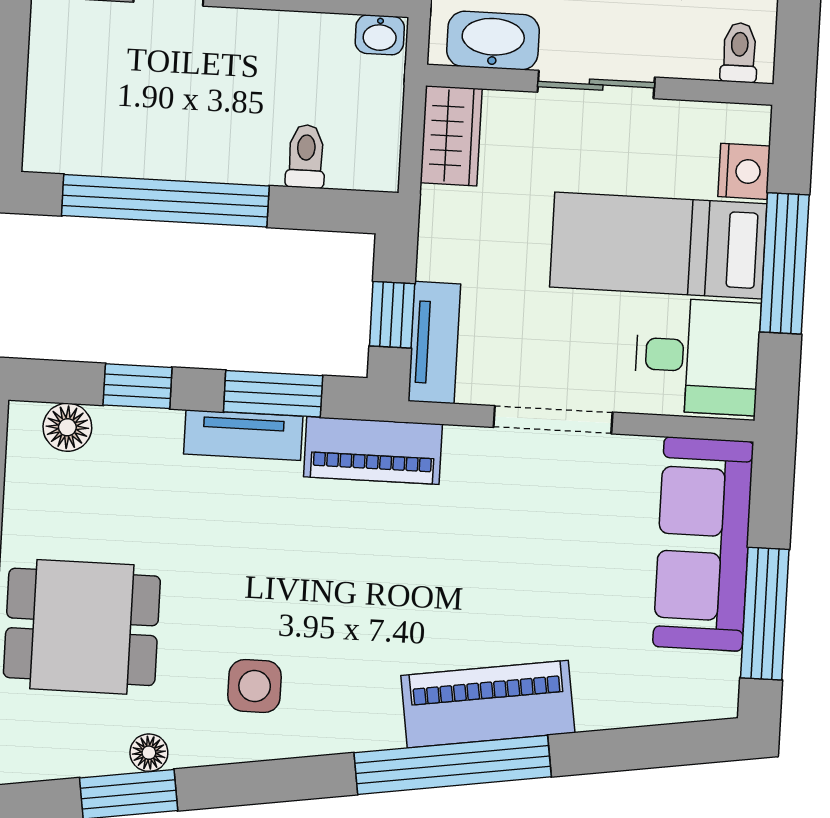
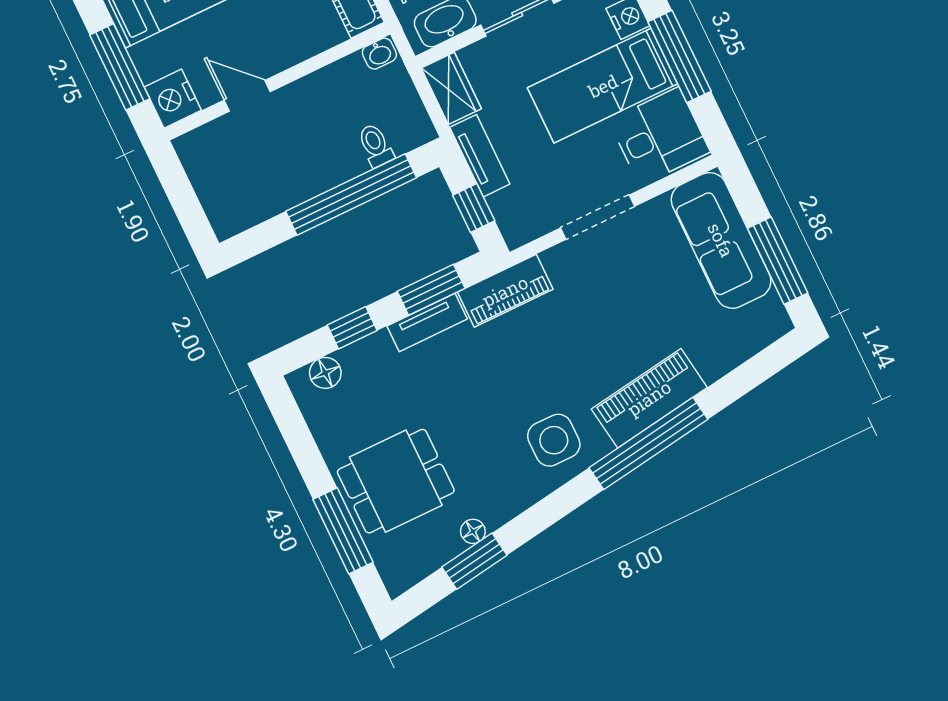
window: (165, 201) -> (351, 195), moved
tv unit: (434, 343) -> (480, 156), moved
side table: (255, 686) -> (554, 440), moved, width x1.37, depth x1.37

